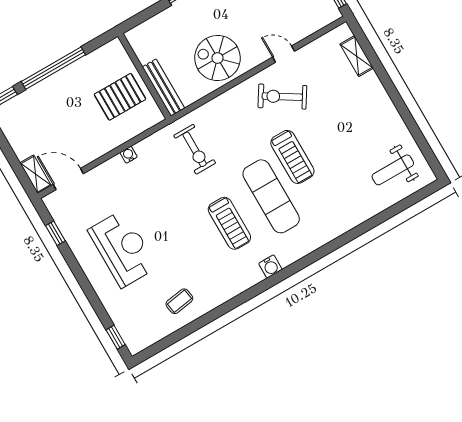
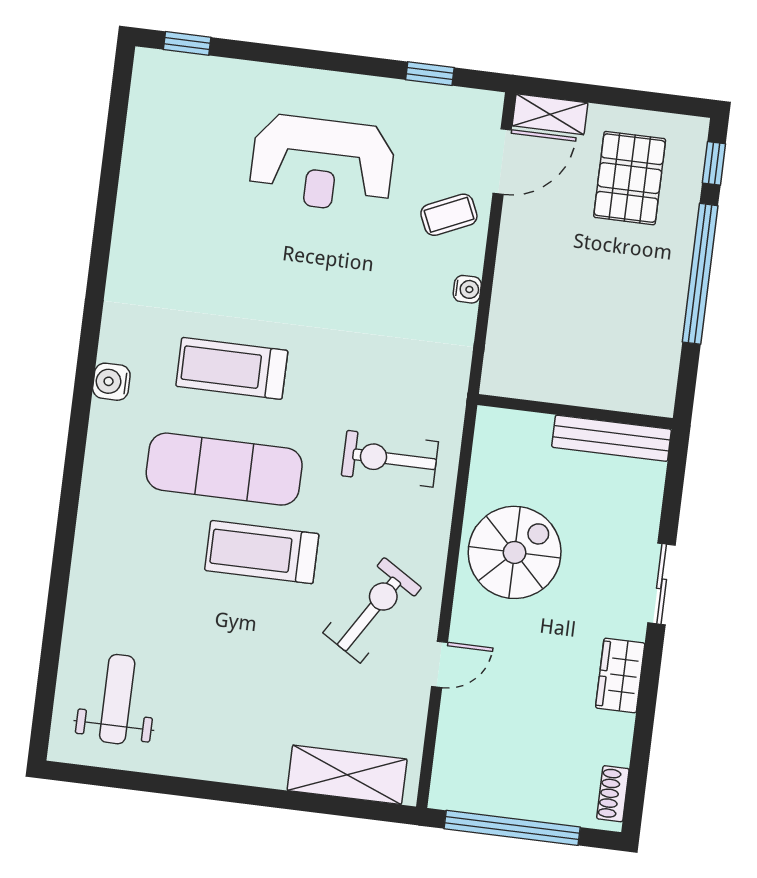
shelving: (357, 56) -> (347, 775), width x1.50, depth x1.33
bench: (163, 87) -> (612, 438), moved
pallet: (120, 97) -> (630, 178), moved
exercise bike: (195, 149) -> (390, 459), moved
coffee table: (179, 301) -> (449, 215), moved, turned 75

